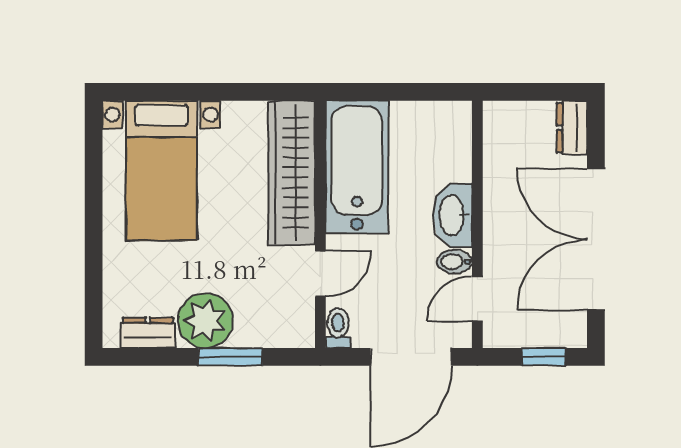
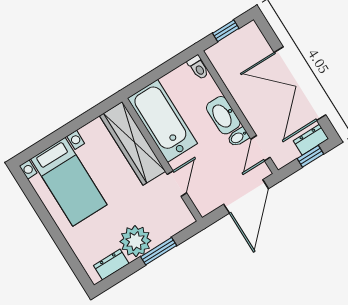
window: (535, 92) -> (226, 31), added
dresser: (572, 128) -> (311, 140), moved, turned 90
toilet: (338, 328) -> (198, 67), moved, turned 180

